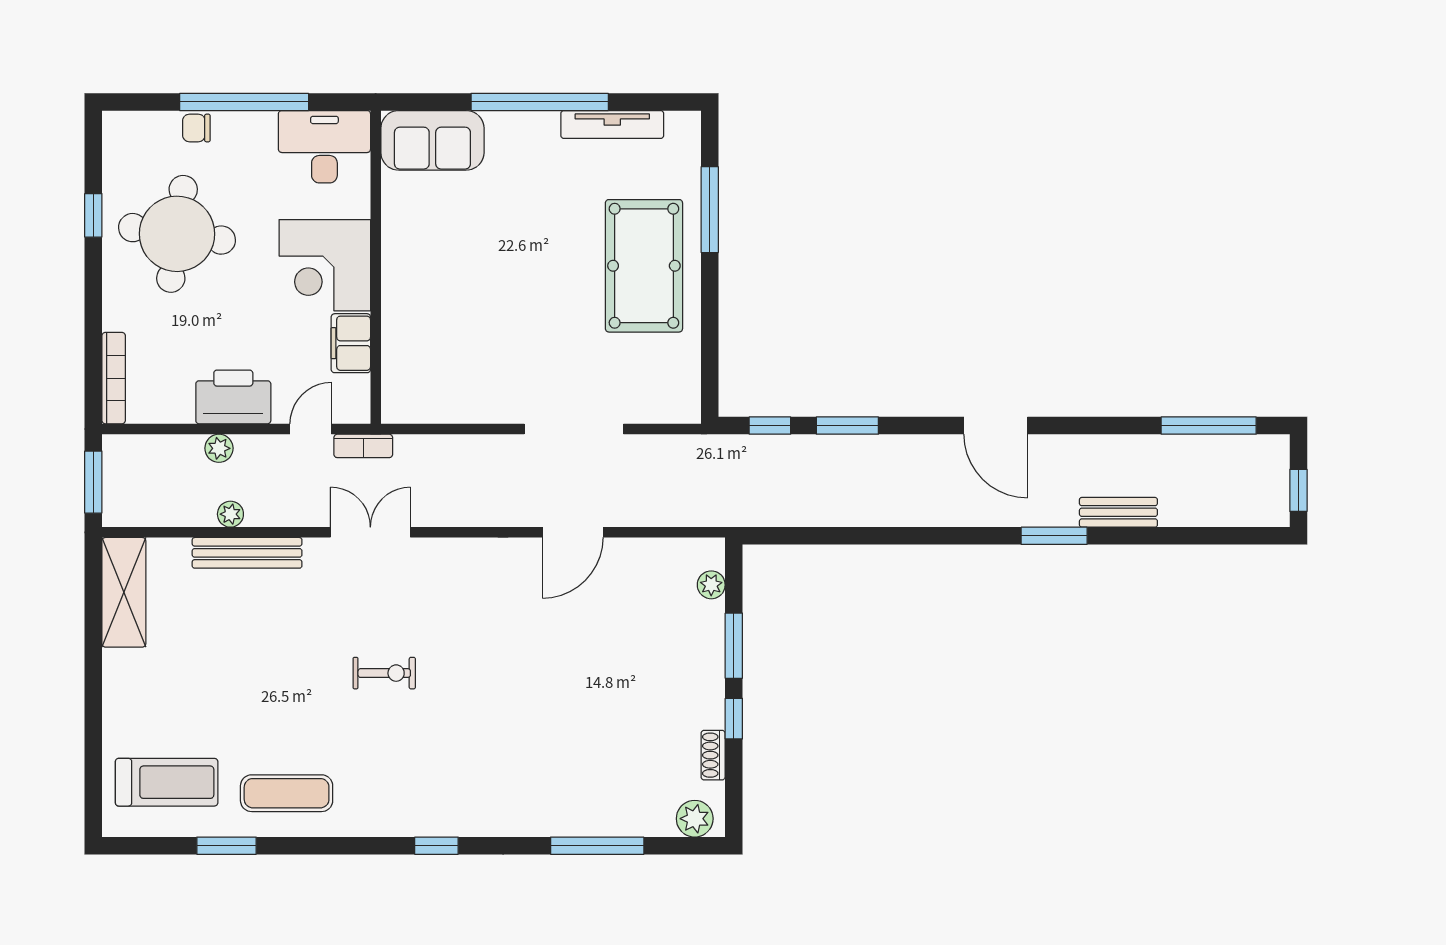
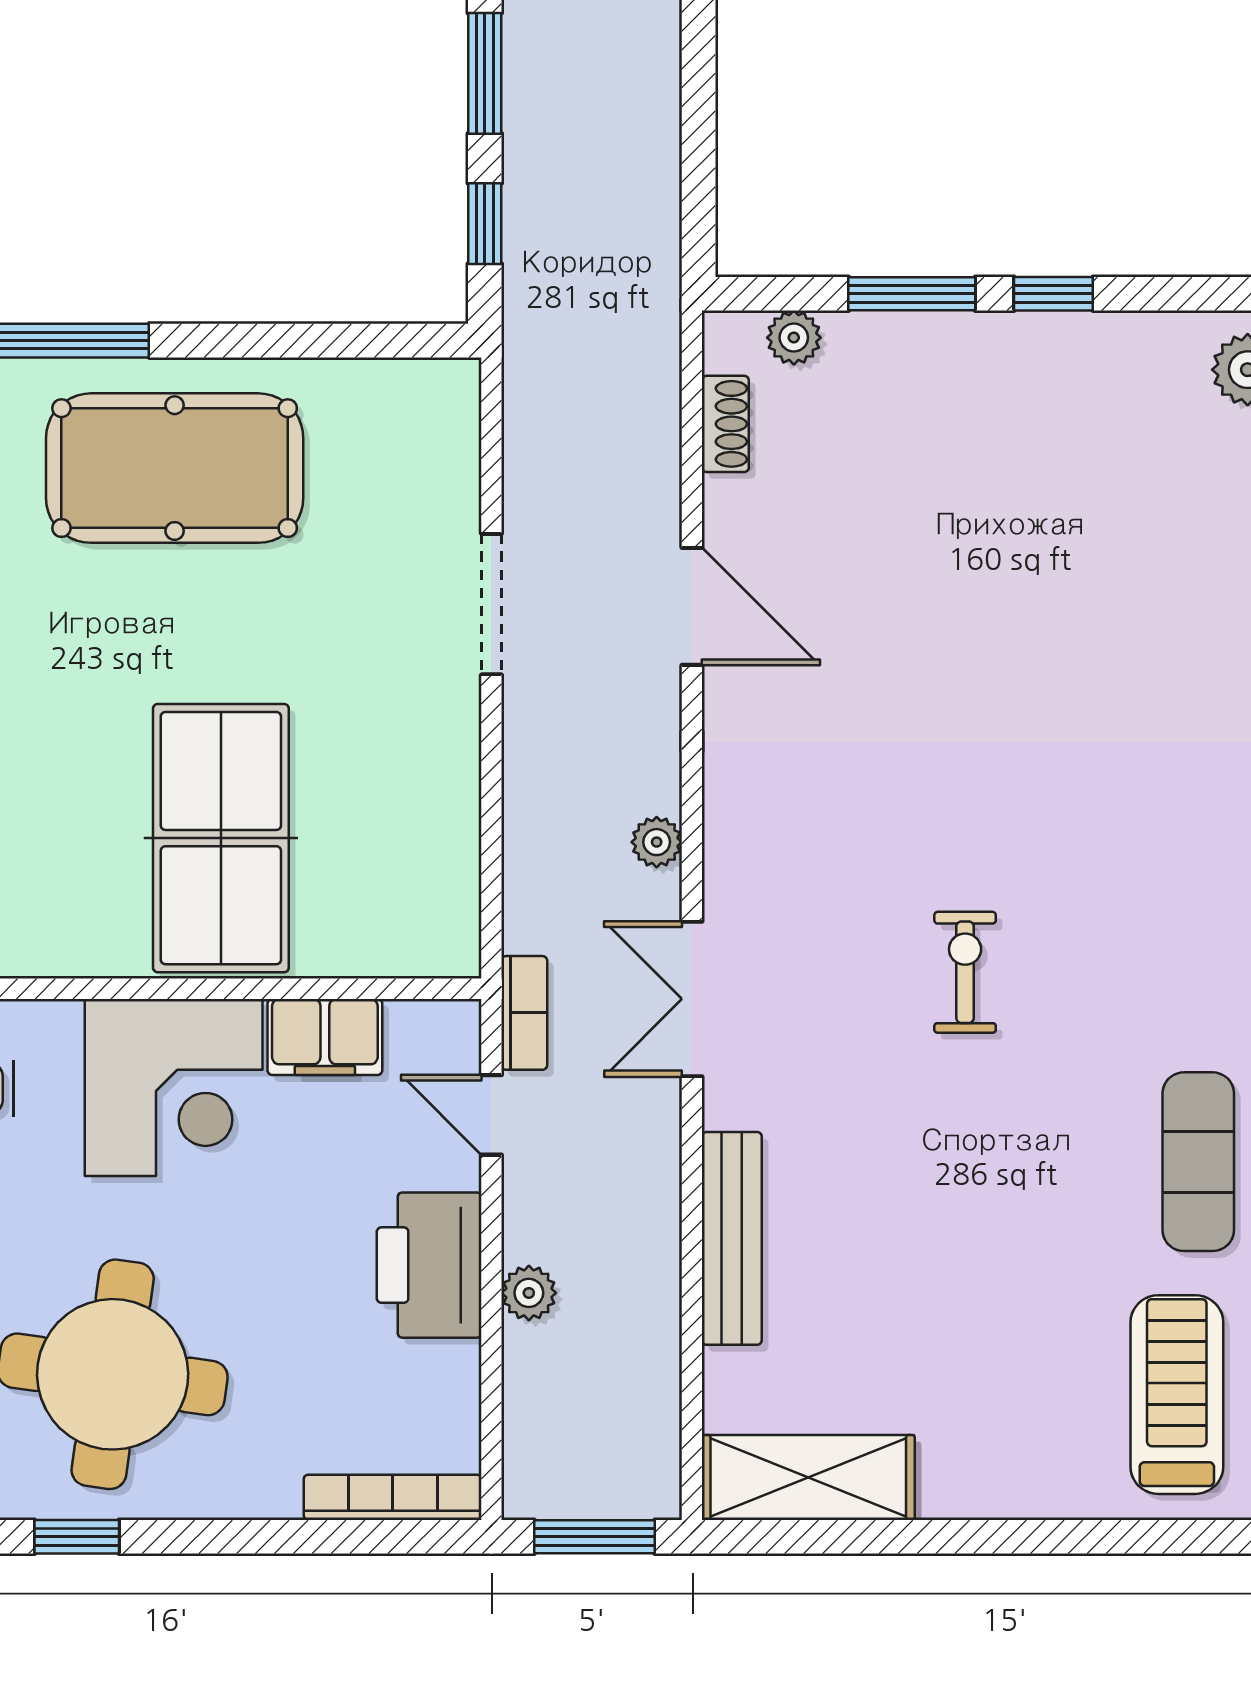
table tennis table: (453, 290) -> (221, 838), added
doorway: (574, 429) -> (491, 604), width x0.73
plant: (230, 514) -> (657, 842), moved
shoe rack: (713, 755) -> (725, 424), moved, turned -90

